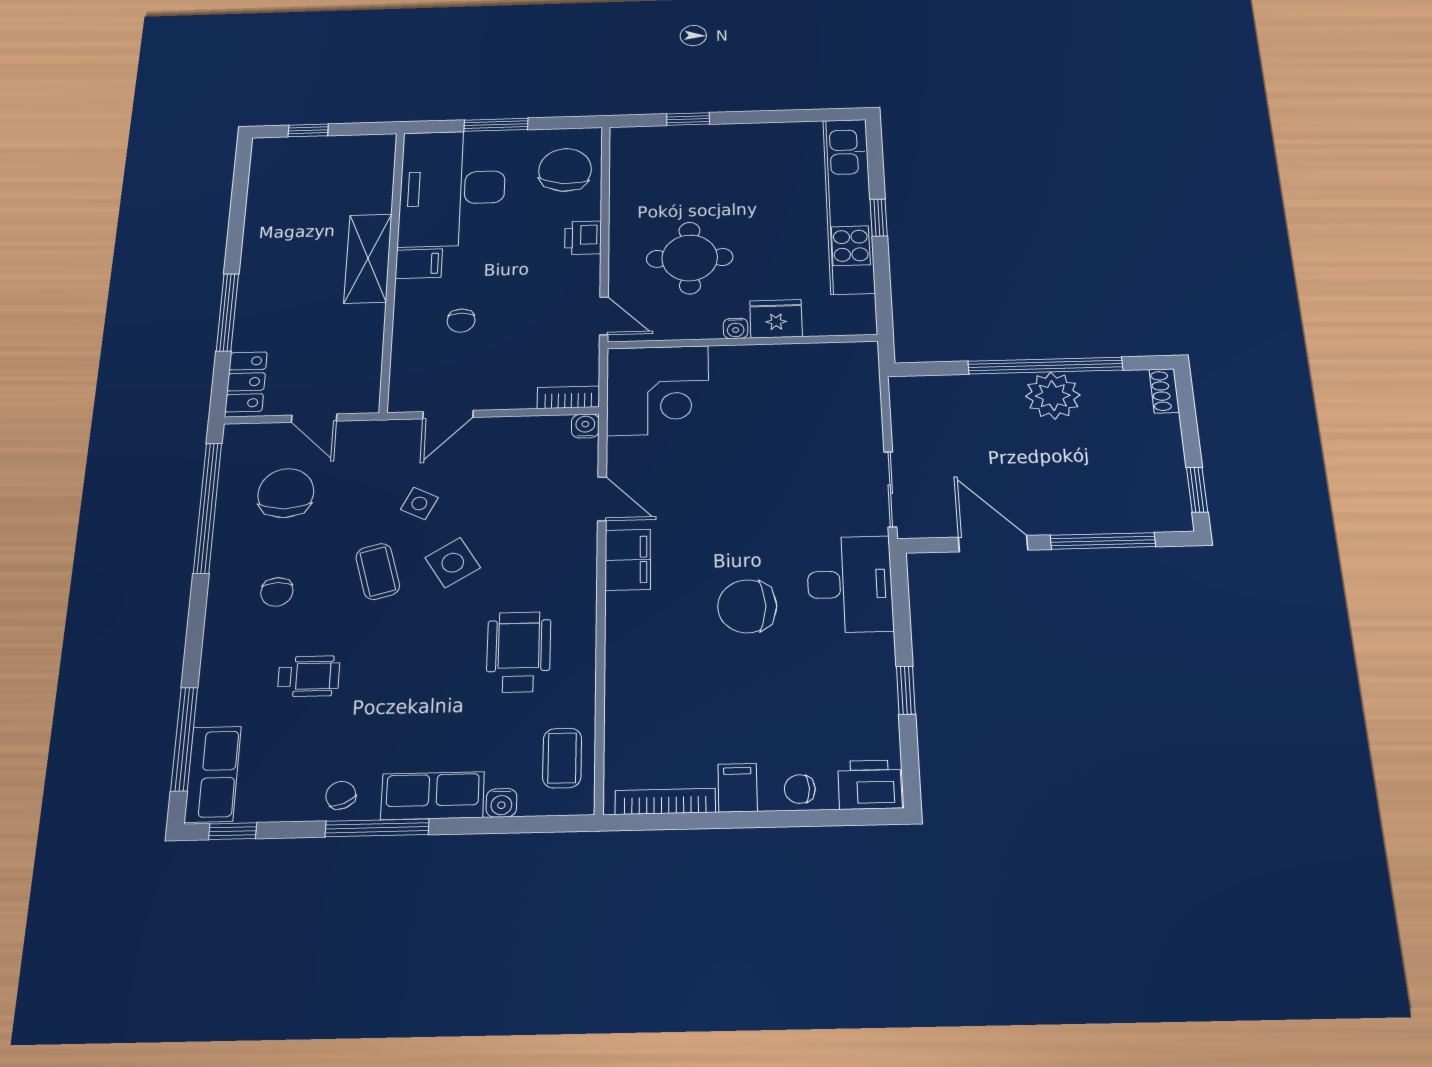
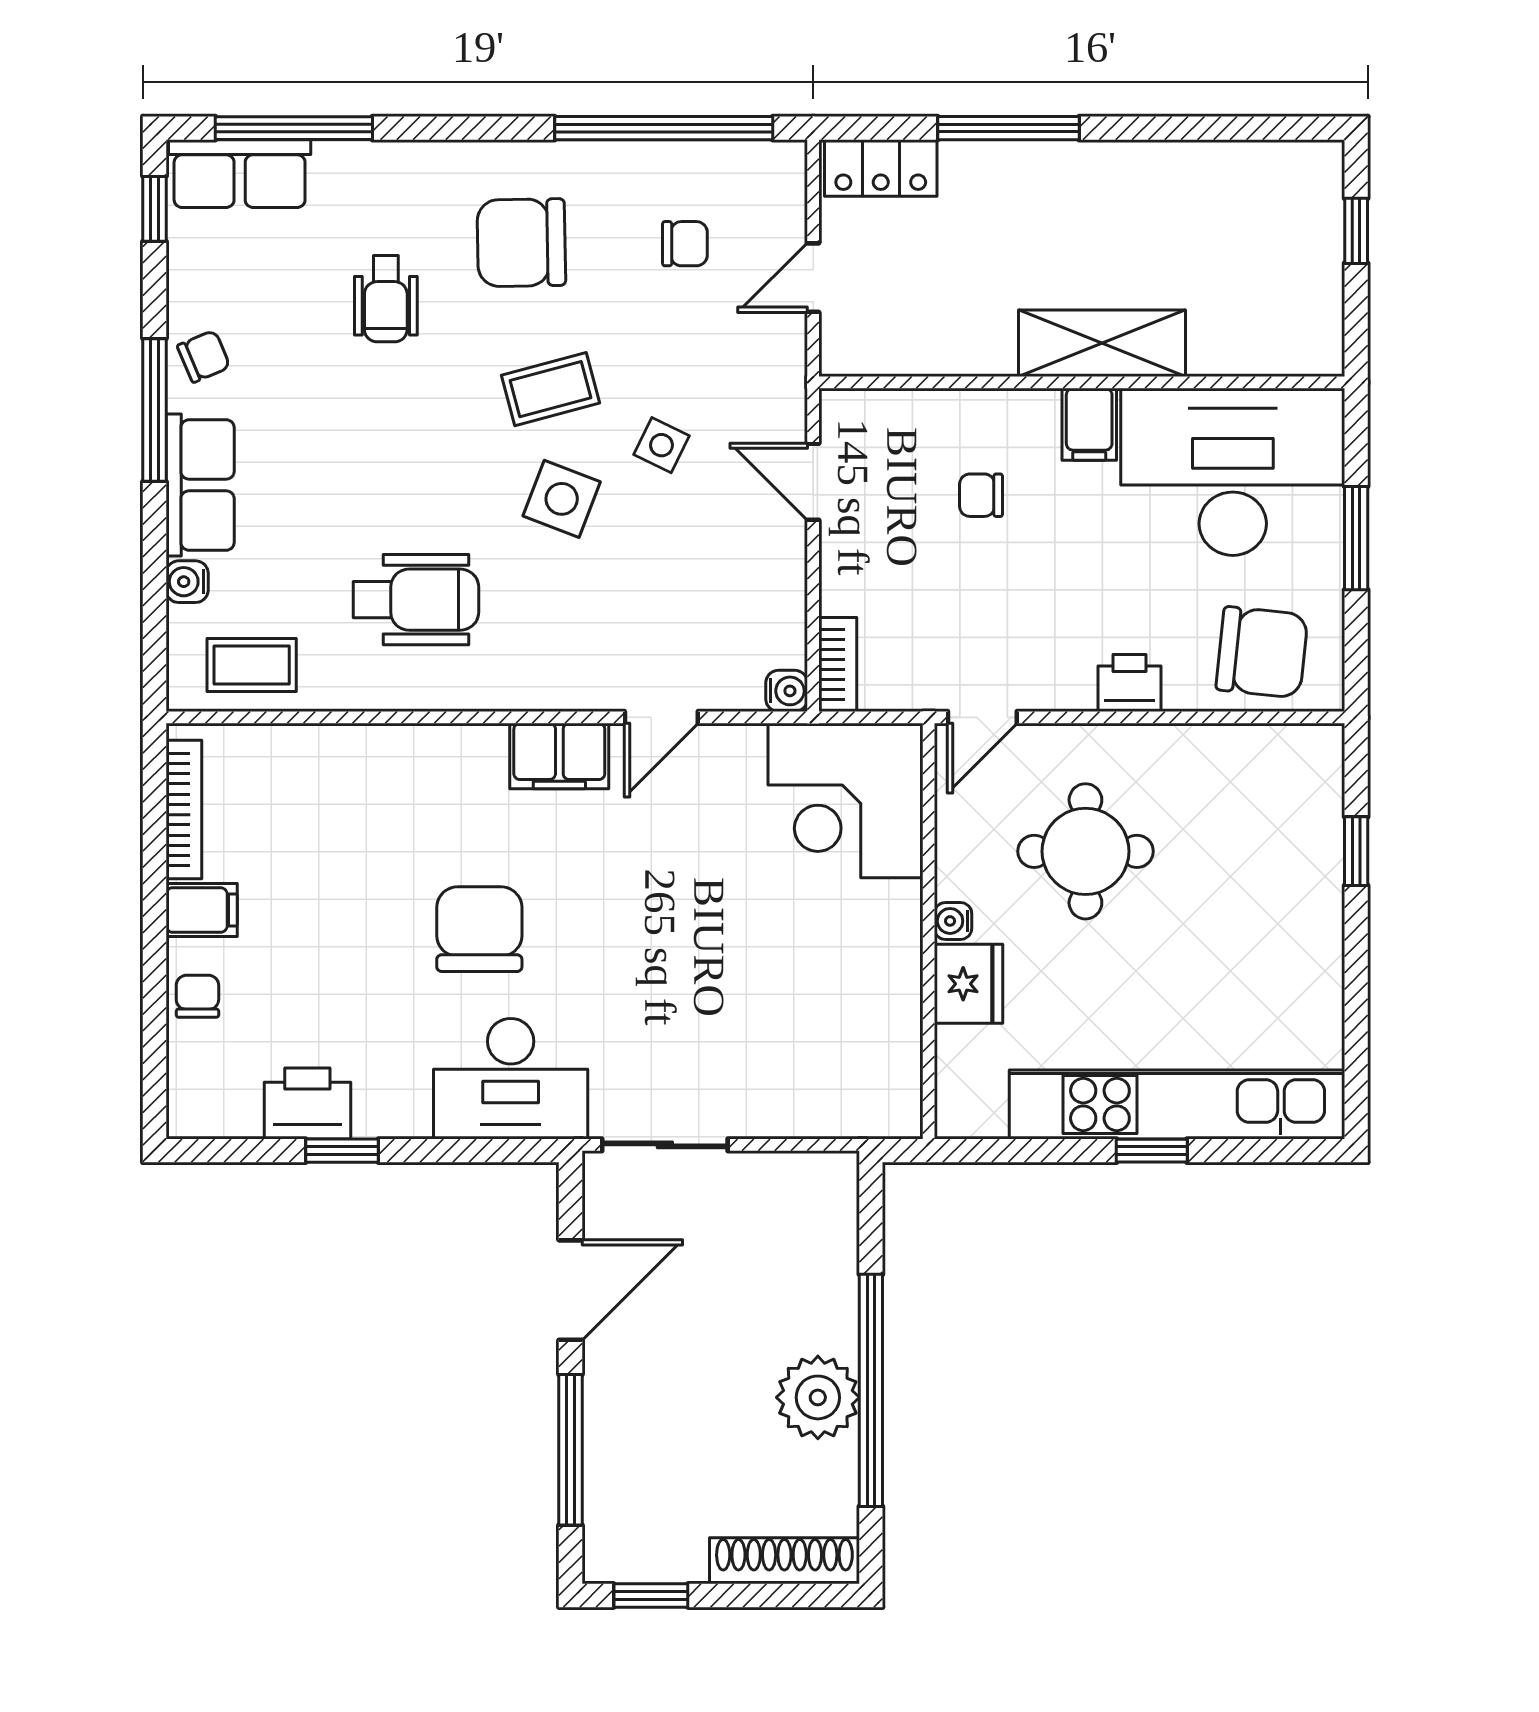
shoe rack: (1164, 391) -> (784, 1561), width x1.94, depth x1.24
chair: (286, 493) -> (685, 244), width x0.54, depth x0.54
side table: (453, 563) -> (562, 499), turned -37
chair: (277, 592) -> (521, 243), width x1.87, depth x1.87
printer: (870, 785) -> (307, 1103), moved, turned -90

